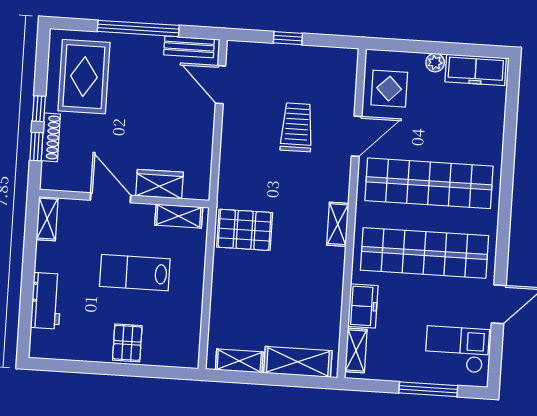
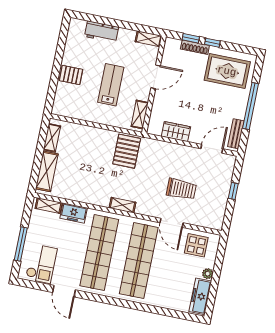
wardrobe: (160, 184) -> (176, 132), moved, turned -90

